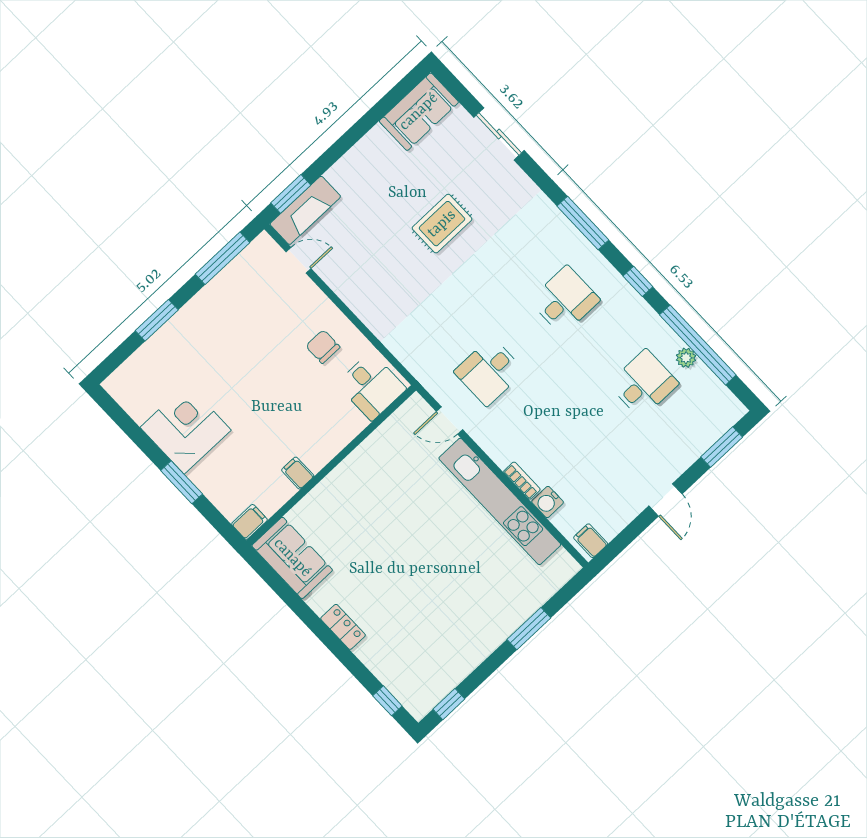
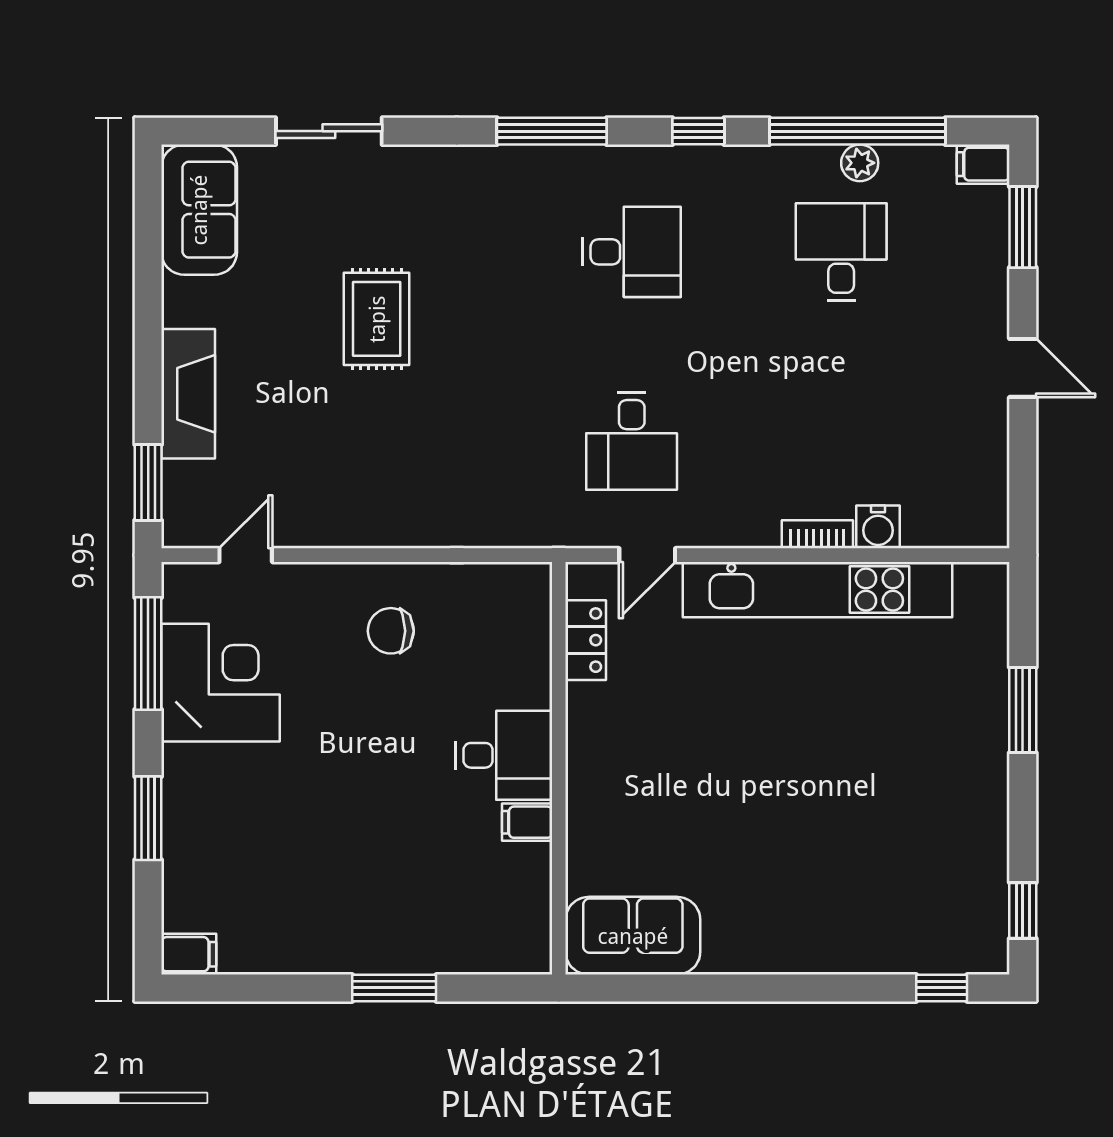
fireplace: (305, 210) -> (188, 394), moved
desk: (565, 300) -> (632, 252), turned 90
desk: (371, 386) -> (504, 755), moved
corner desk: (186, 429) -> (220, 683), moved, turned 90
filing cabinet: (249, 522) -> (189, 954), moved, turned 90
filing cabinet: (591, 541) -> (983, 164), moved
locker: (343, 627) -> (586, 640), moved, turned 90

